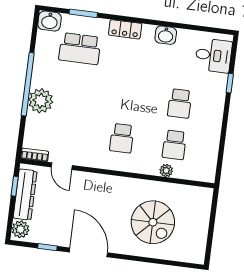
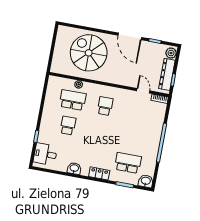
plant: (41, 101) -> (154, 132), removed
school desk: (174, 145) -> (73, 100), width x1.85
spiral stairs: (153, 222) -> (89, 53), width x1.37, depth x1.37

